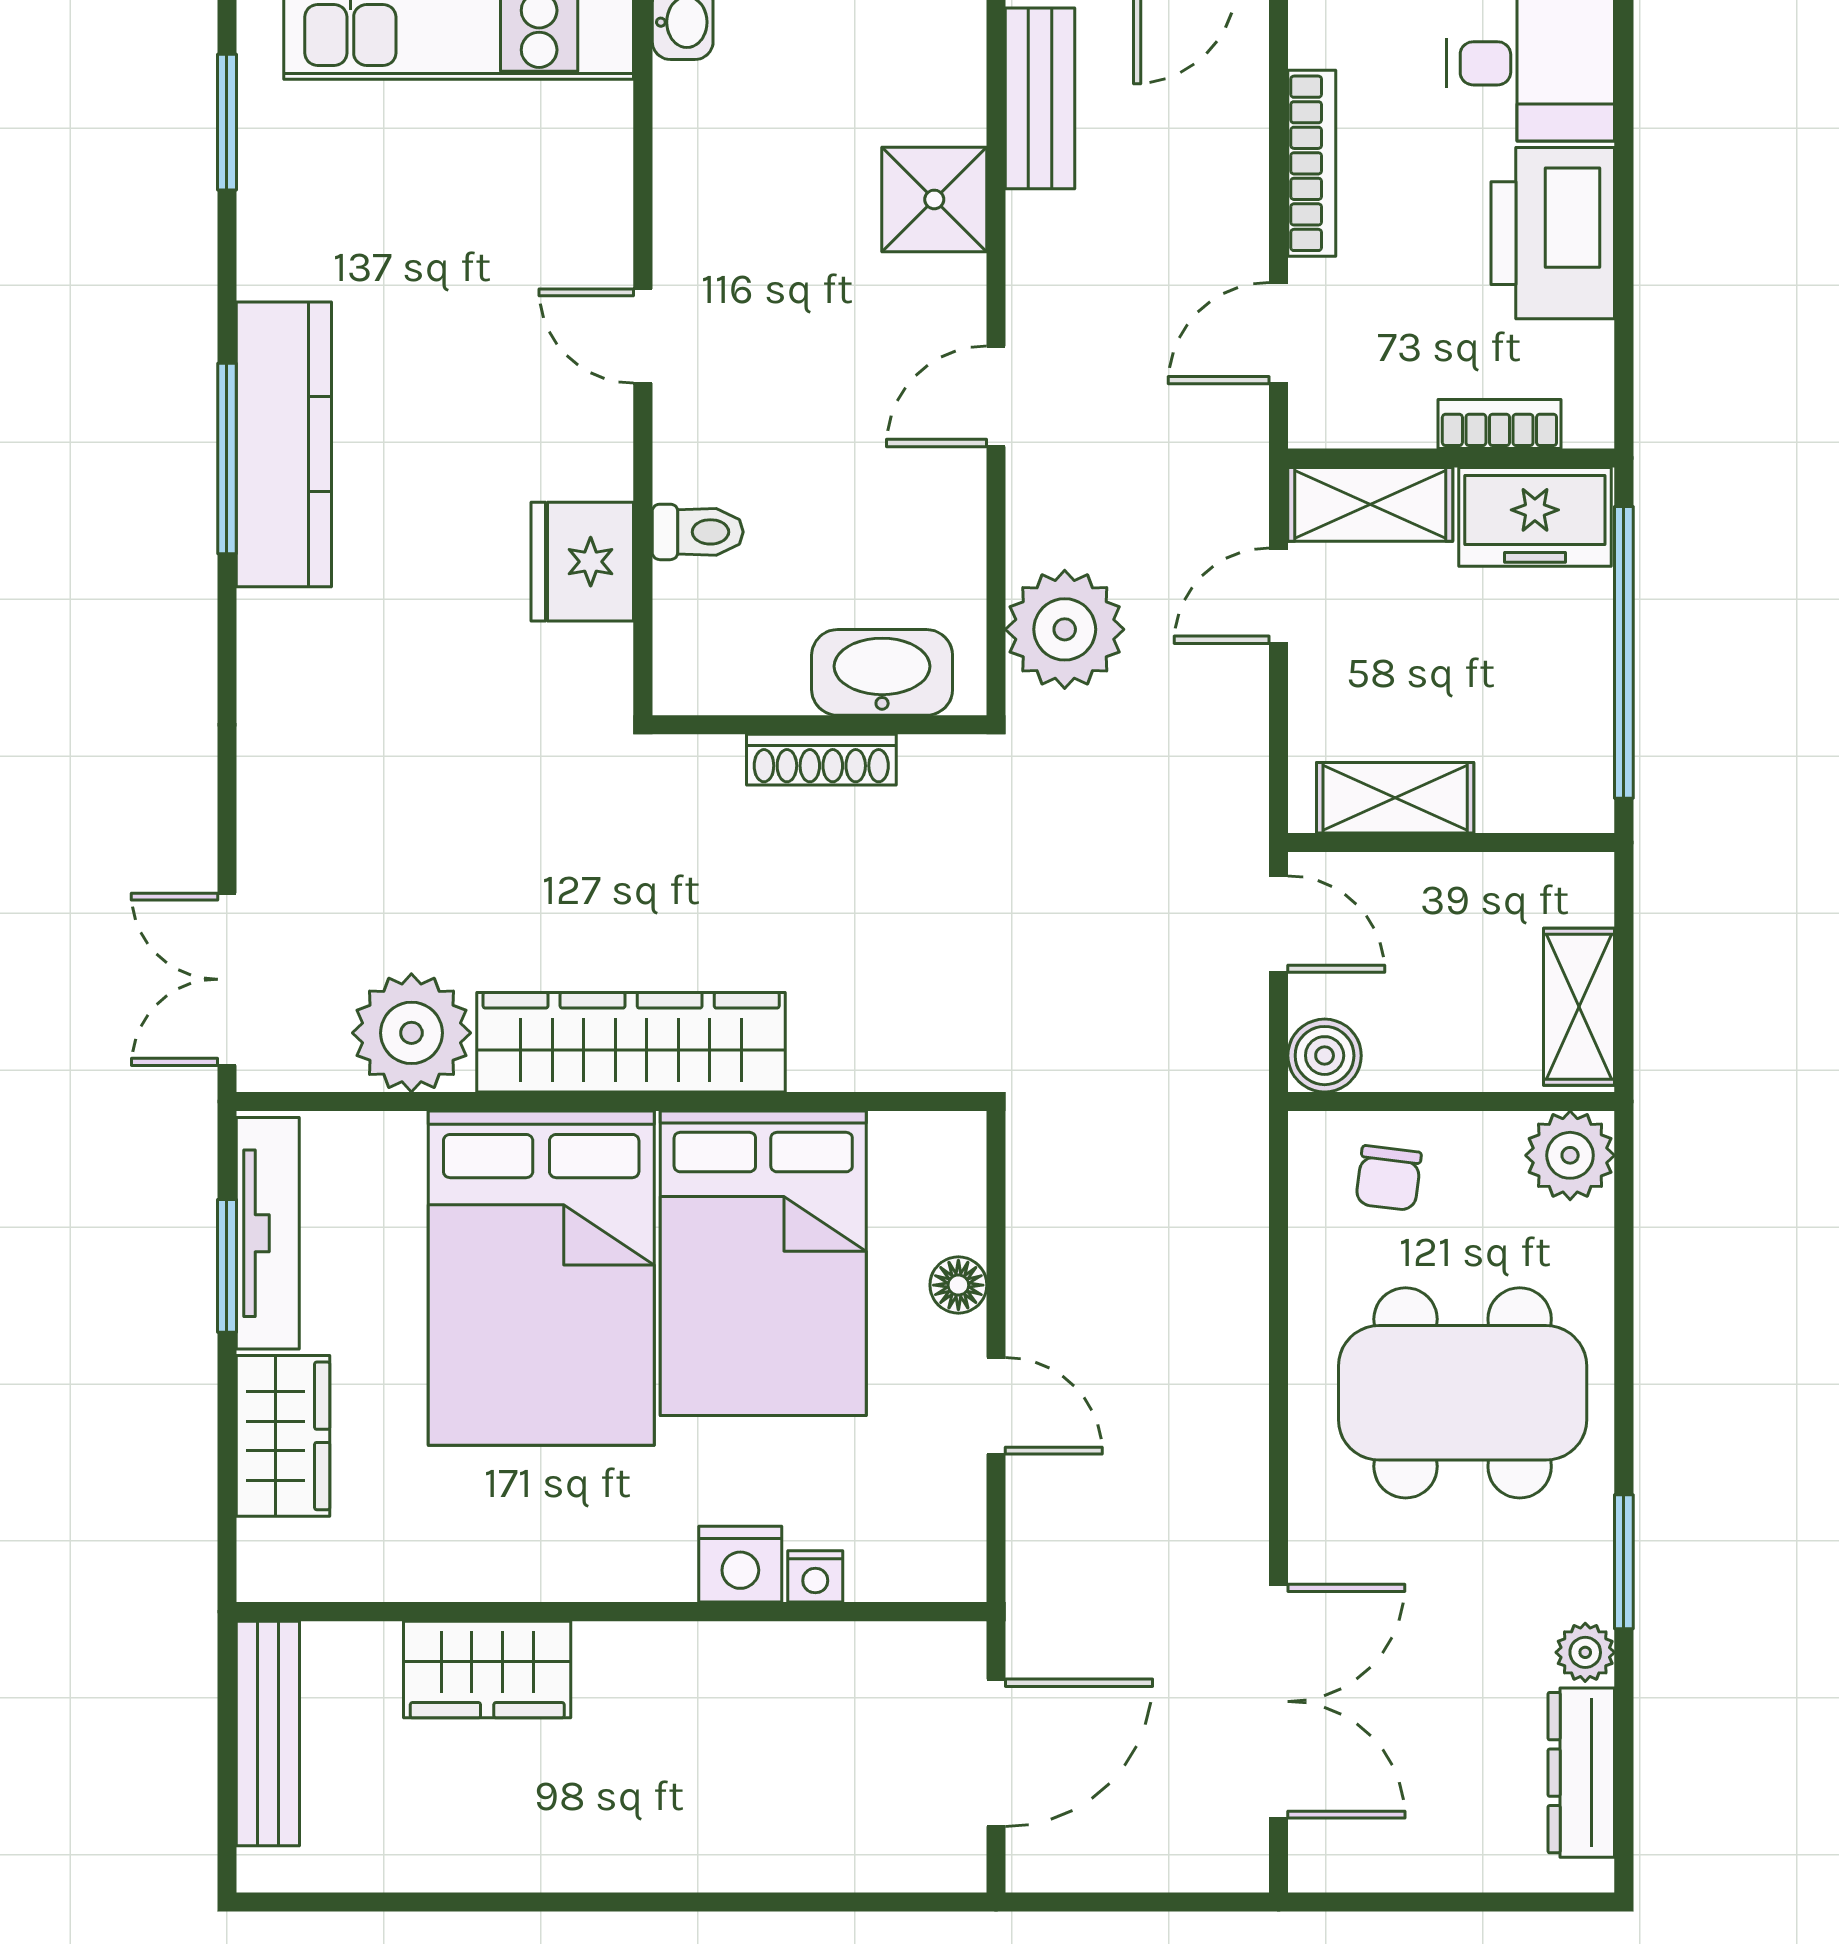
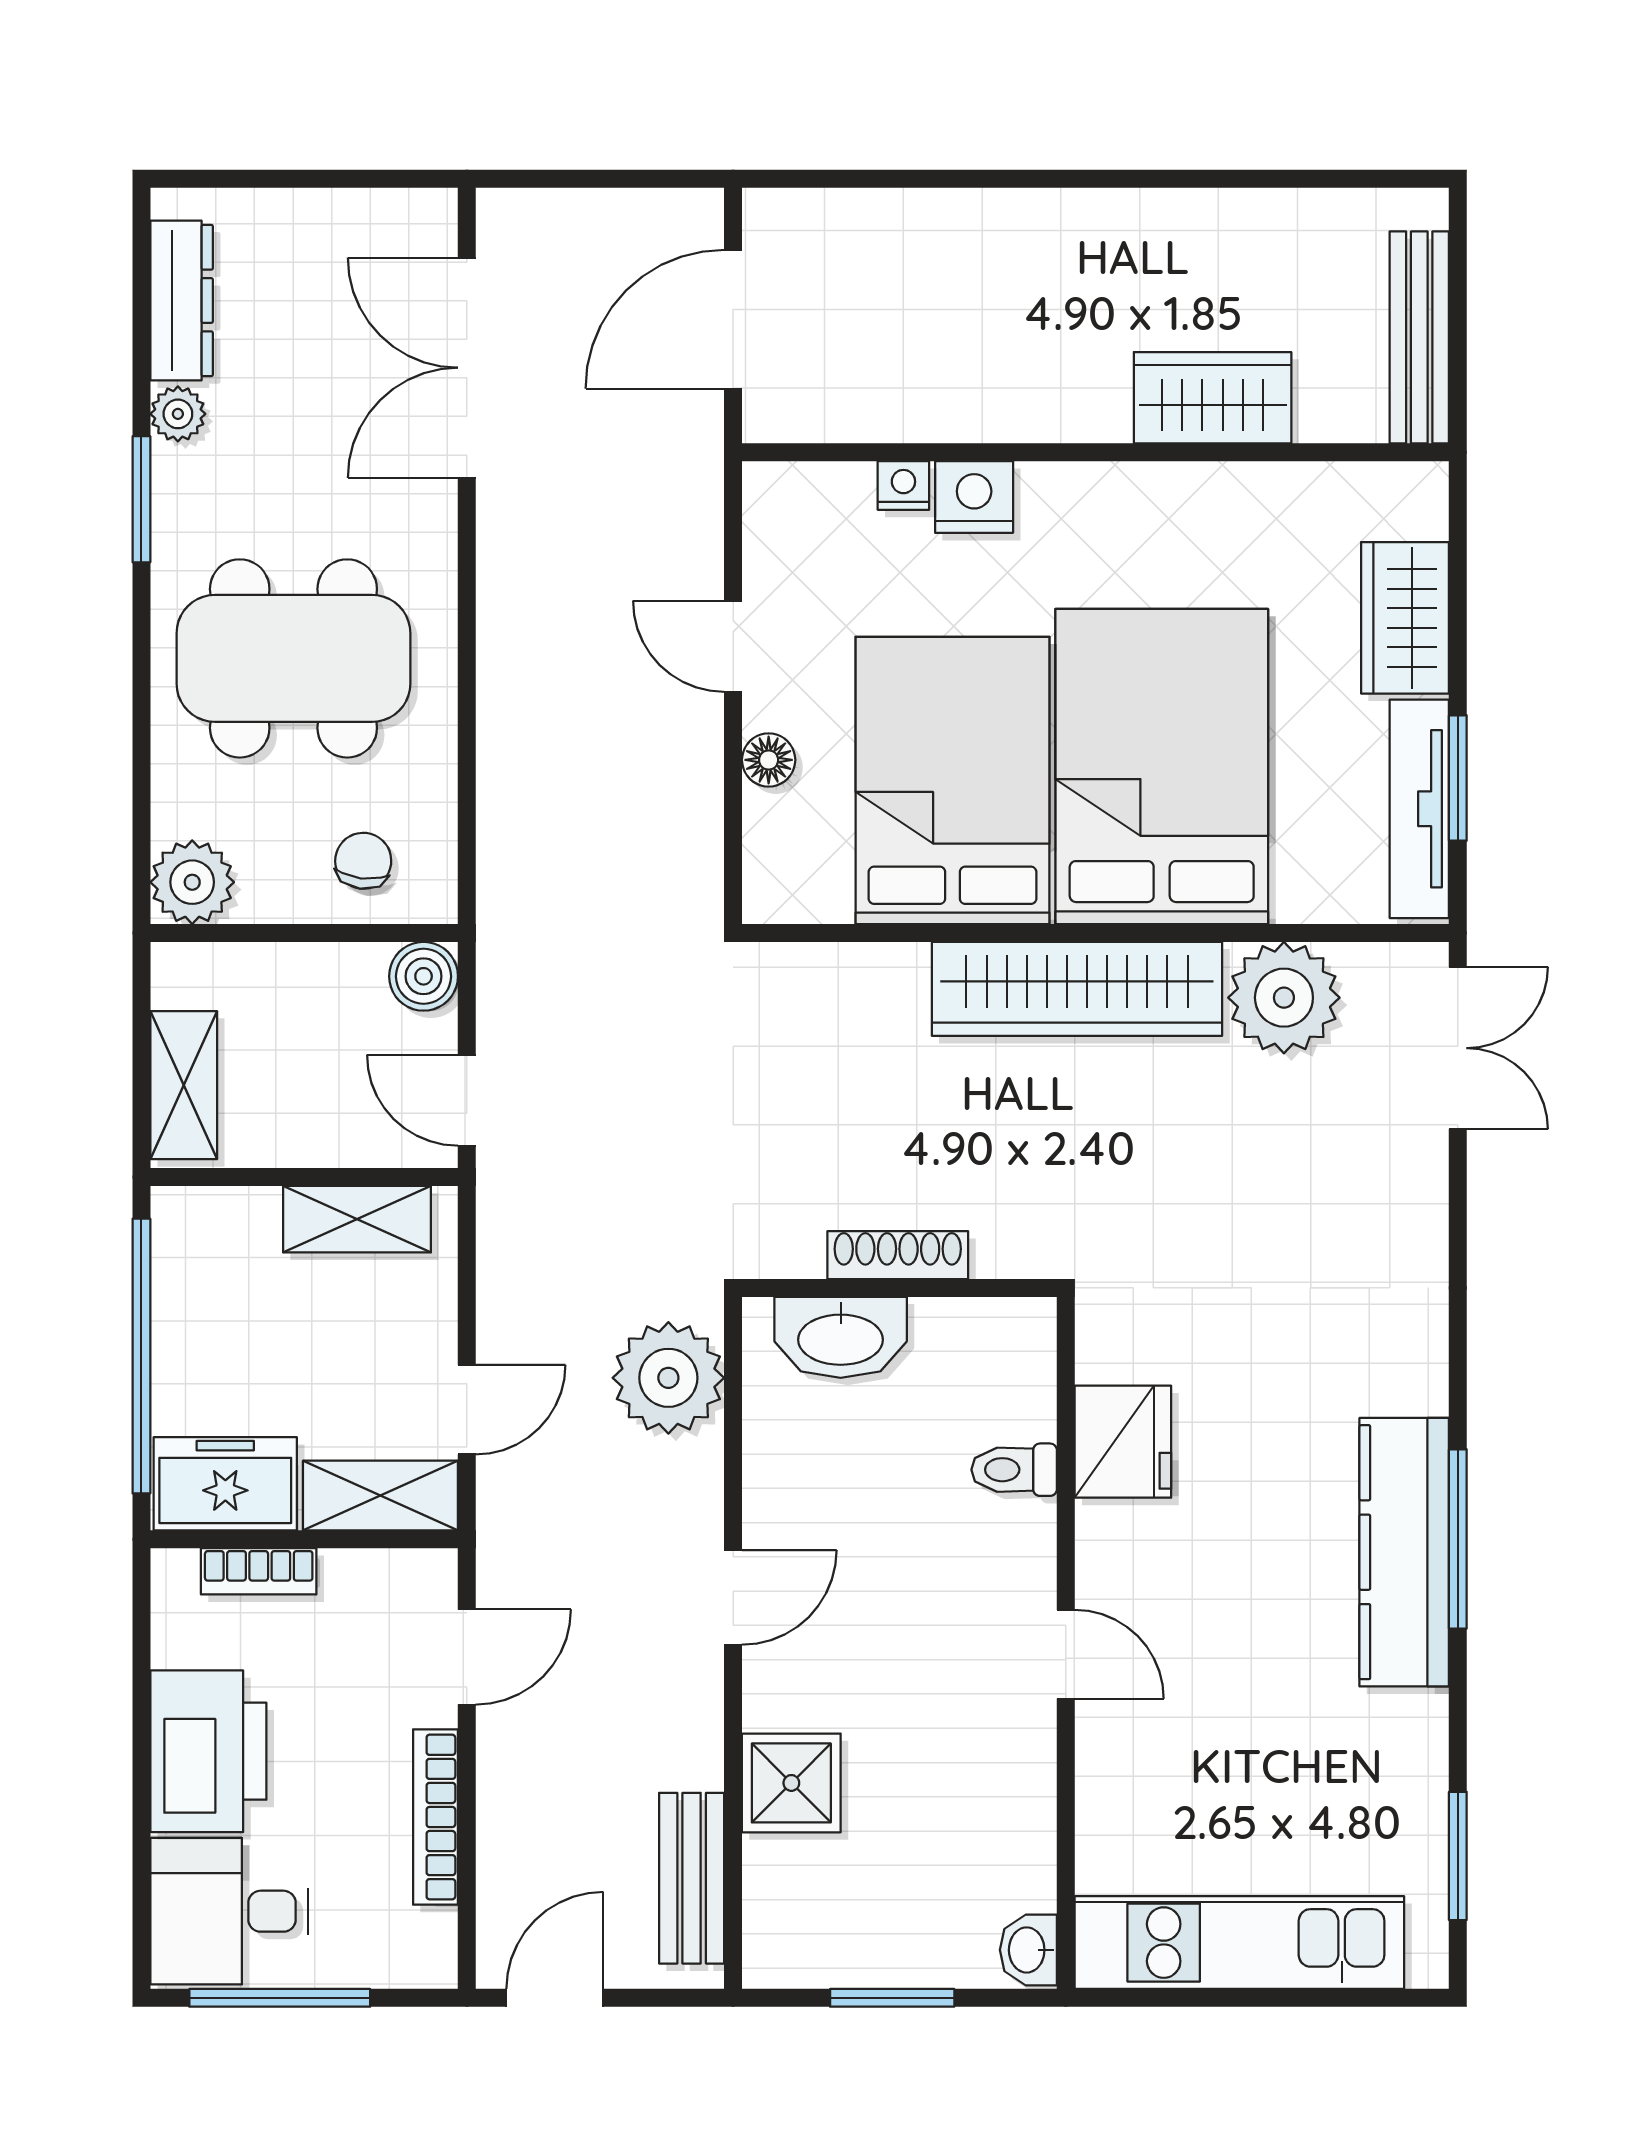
shelving: (1579, 1007) -> (184, 1085), moved

